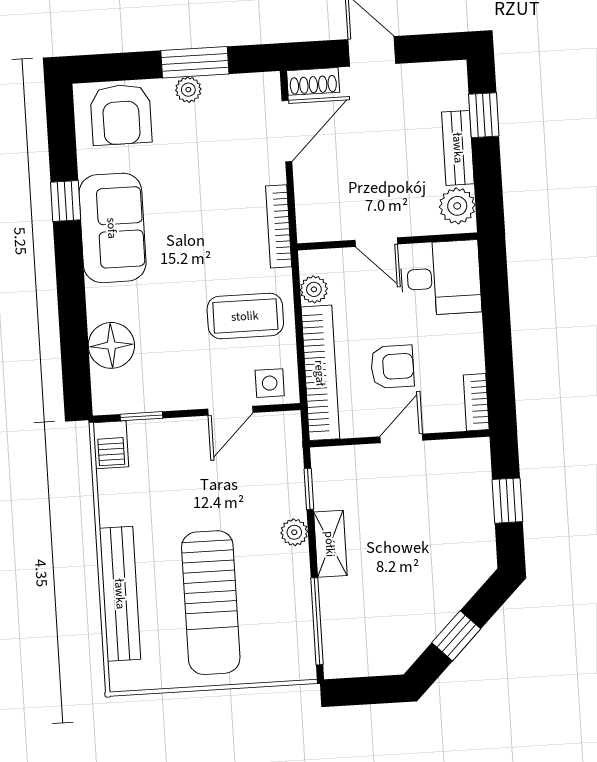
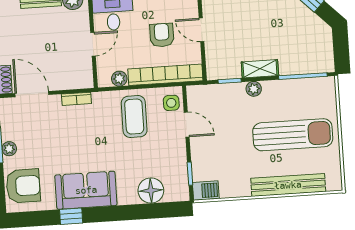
bookcase: (279, 226) -> (76, 99), width x0.64

